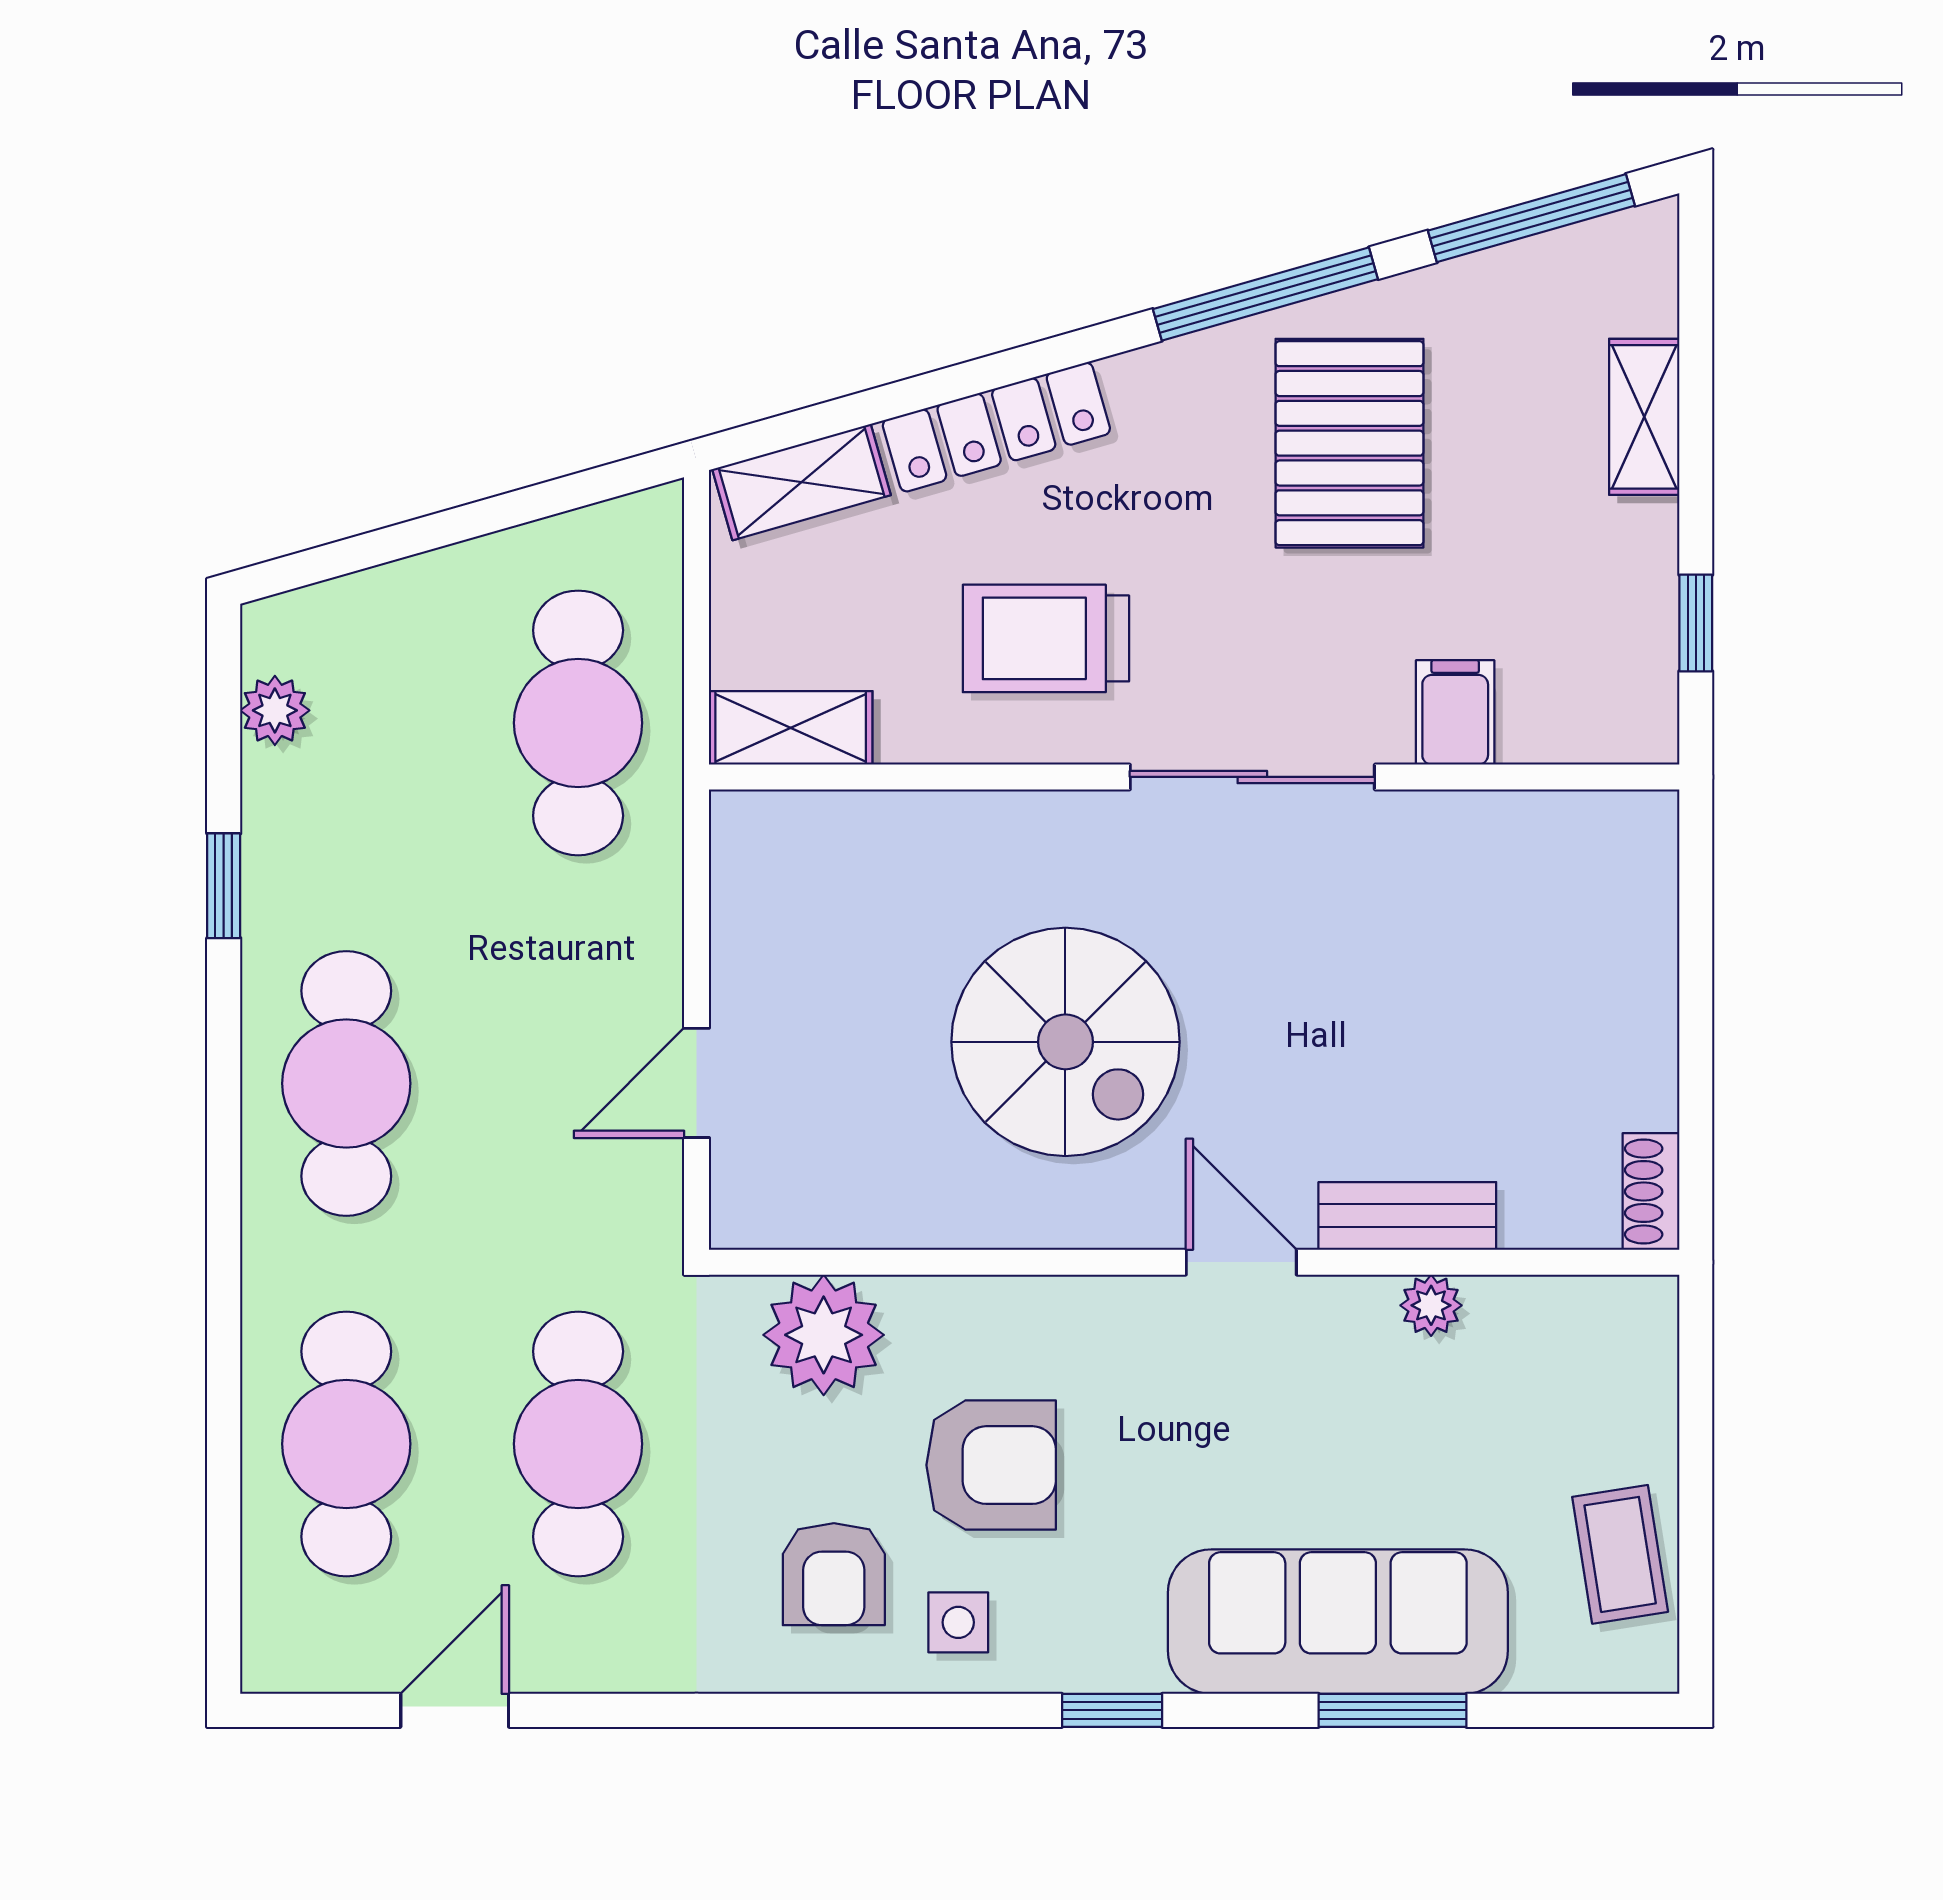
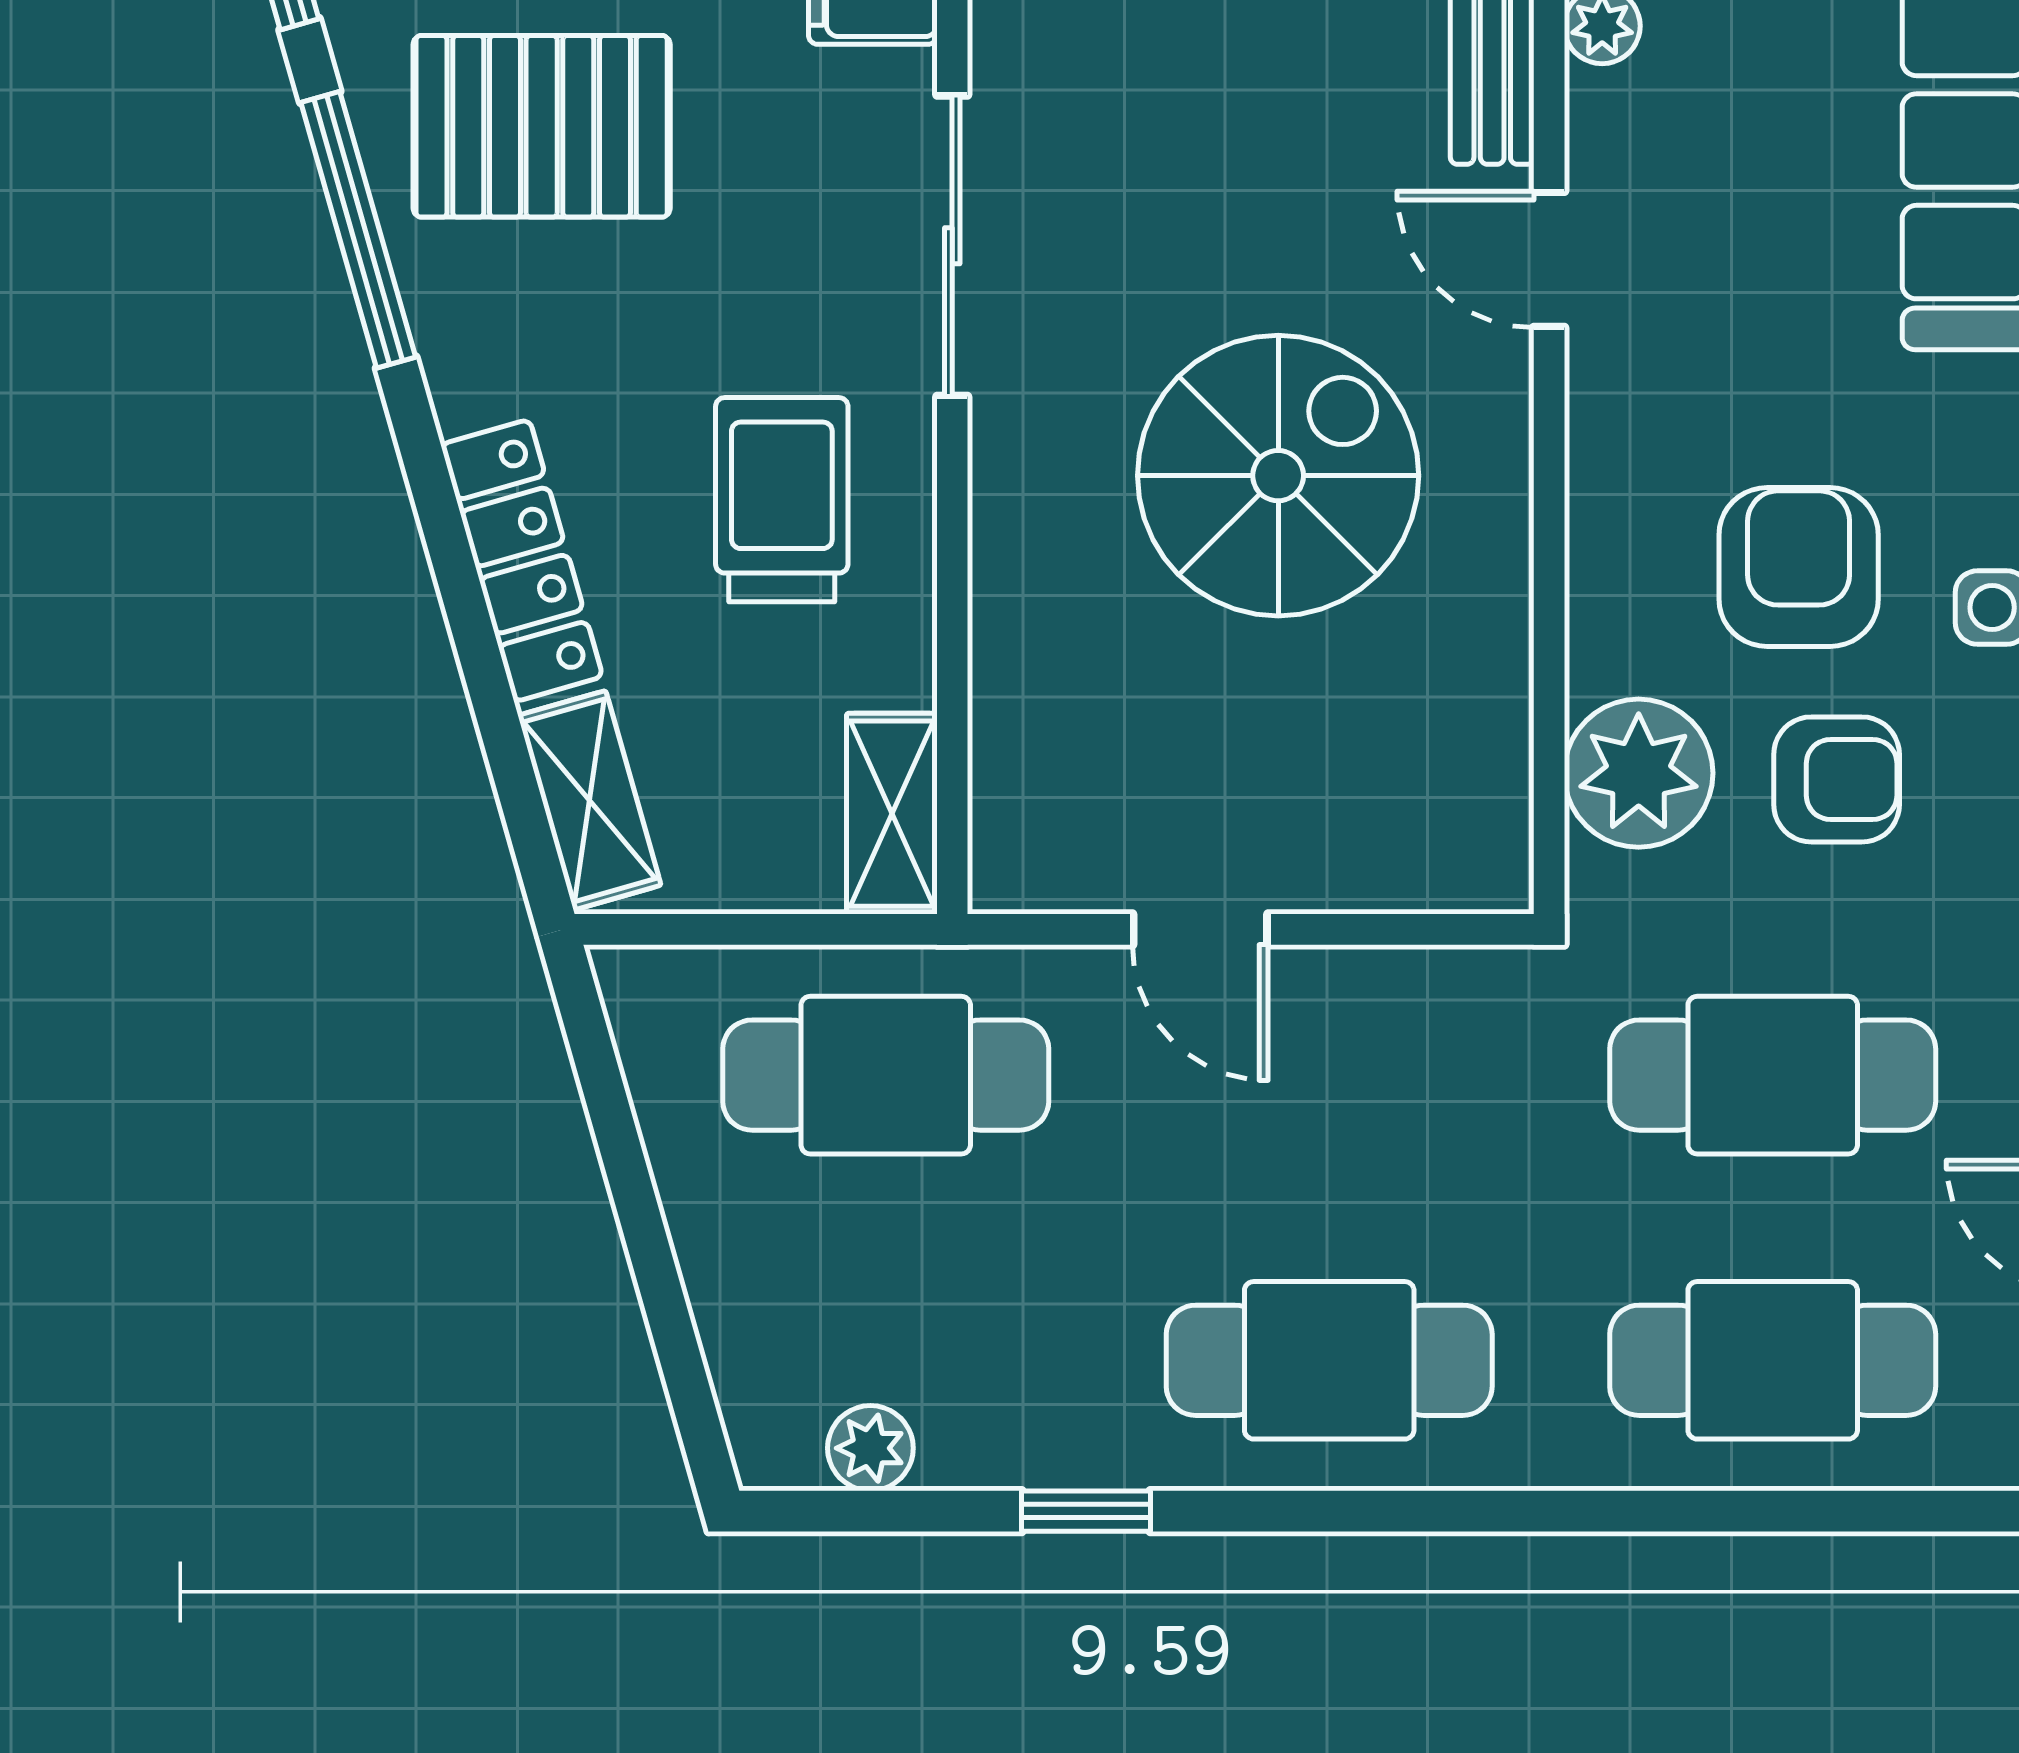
trolley: (1046, 638) -> (782, 500), turned 180
door: (697, 1083) -> (1200, 929), moved
door: (1241, 1262) -> (1549, 259), hinge flipped
armchair: (834, 1574) -> (1837, 779), moved

